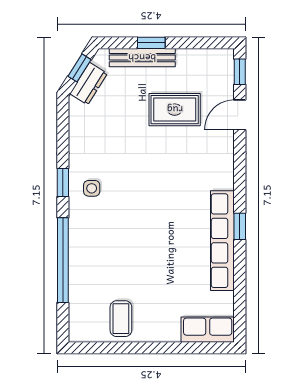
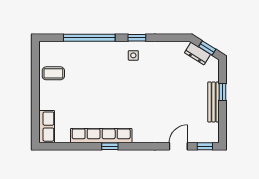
bench: (142, 58) -> (214, 102), moved
rug: (175, 110) -> (182, 106), removed
door: (240, 115) -> (178, 146), hinge flipped

